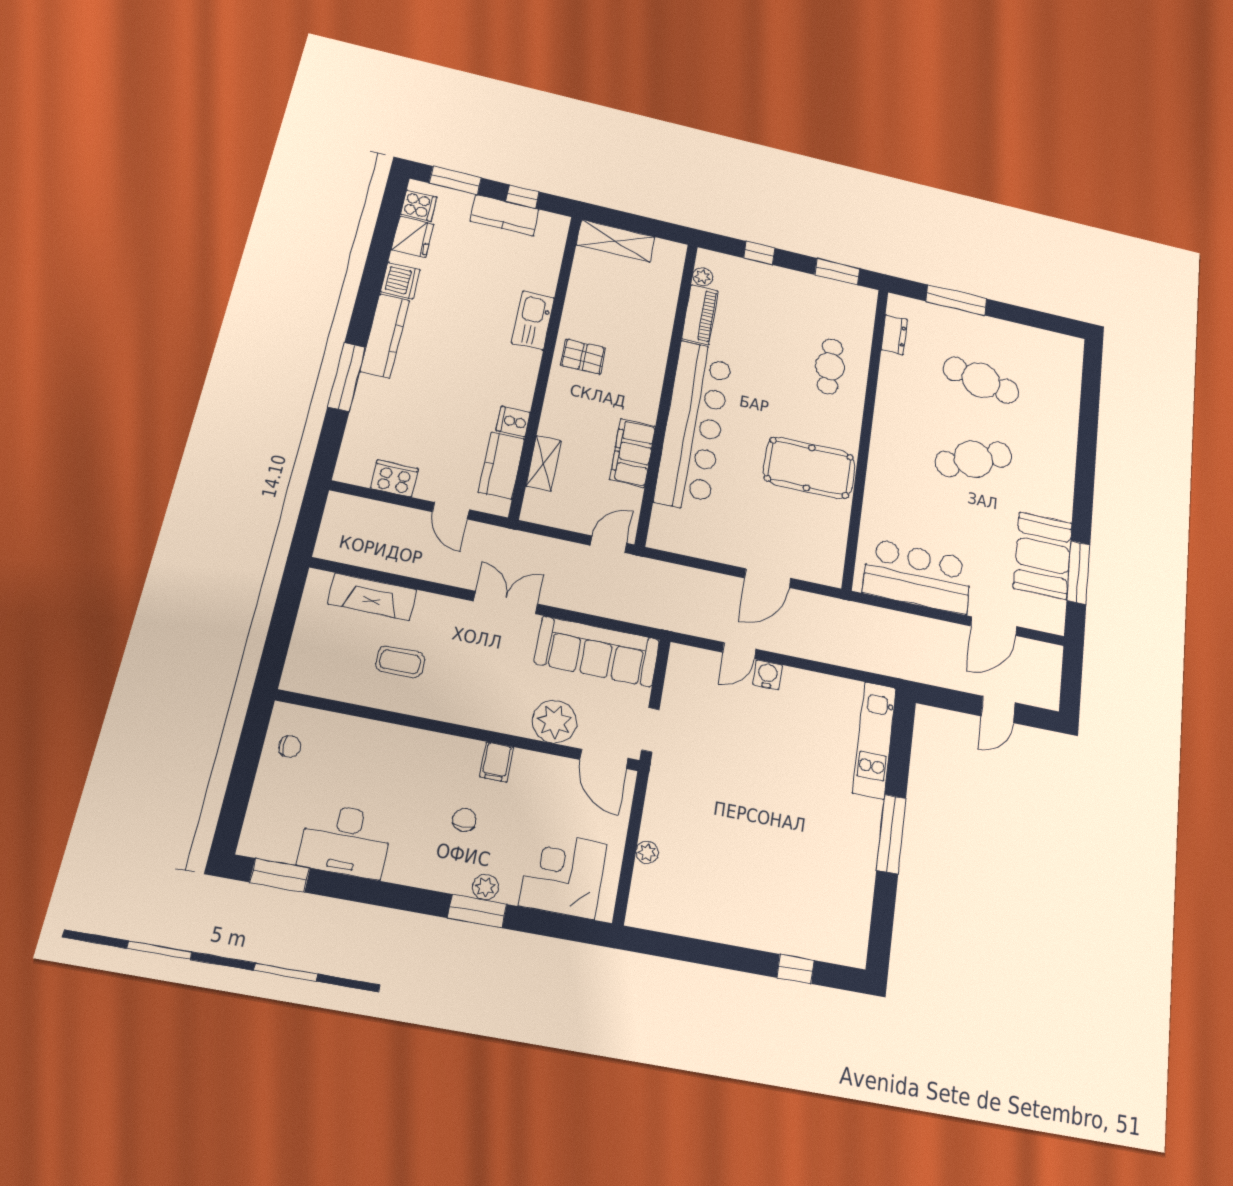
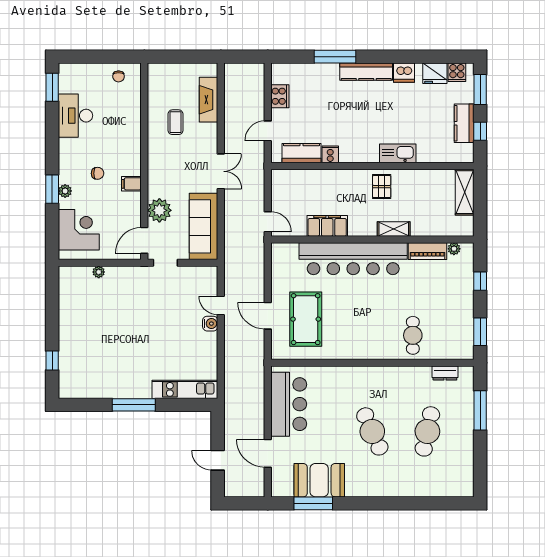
cafe table: (830, 366) -> (413, 335), turned 90
shelving: (544, 463) -> (394, 229), moved
pool table: (809, 468) -> (306, 319), moved

